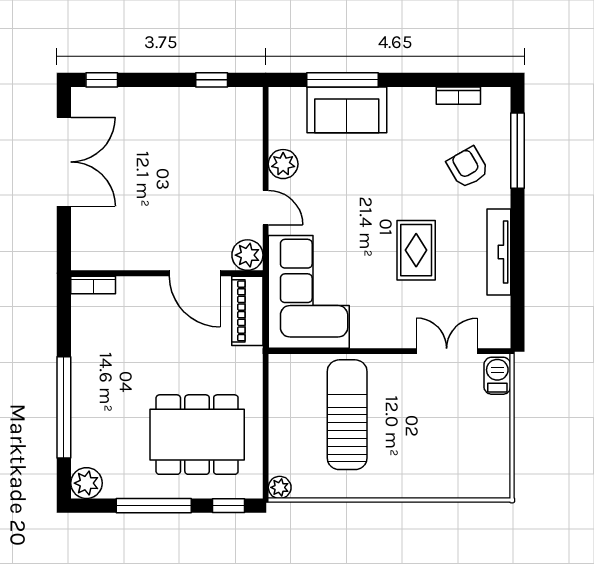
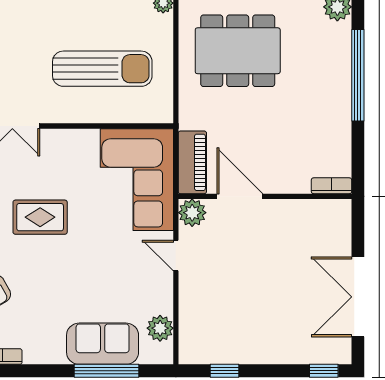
plant: (283, 164) -> (160, 328), moved
rug: (416, 250) -> (40, 217), turned 90
sun lounger: (347, 415) -> (102, 69), turned -90

